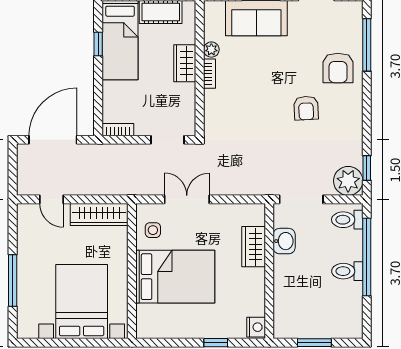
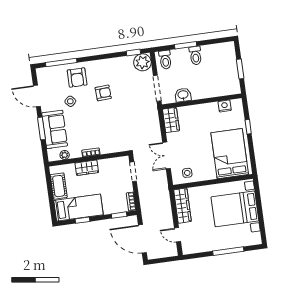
plant: (211, 50) -> (65, 155), moved
side table: (300, 51) -> (70, 101), added
armchair: (338, 68) -> (77, 78), turned 90
window: (98, 106) -> (119, 215), added
door: (51, 199) -> (178, 235), swing flipped
wardrobe: (254, 247) -> (171, 120), moved, turned -90
window: (367, 257) -> (186, 45), width x0.47
bed: (175, 277) -> (230, 154), moved
nightstand: (256, 327) -> (225, 106), moved

